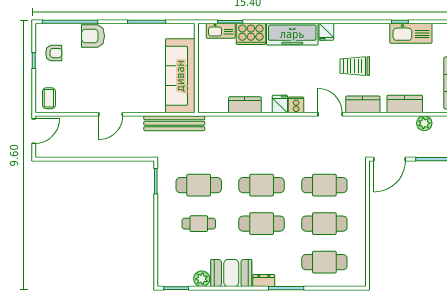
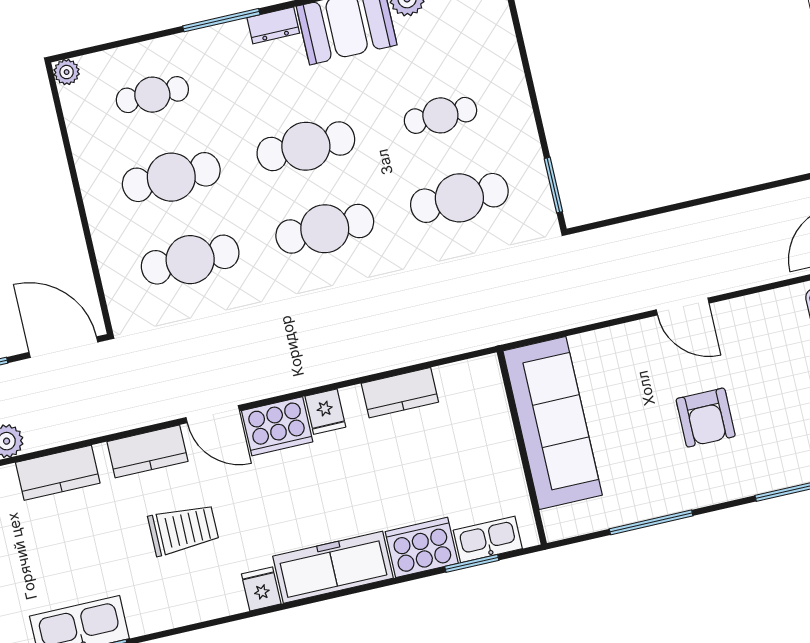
armchair: (93, 36) -> (706, 418), moved, turned 90
cooker: (296, 105) -> (277, 426), width x1.87, depth x1.31
door: (111, 114) -> (683, 307), swing flipped
bench: (174, 123) -> (542, 319), removed
door: (390, 159) -> (63, 347), hinge flipped
cafe table: (324, 262) -> (152, 95), width x0.73, depth x0.74
plant: (360, 281) -> (67, 72), added

